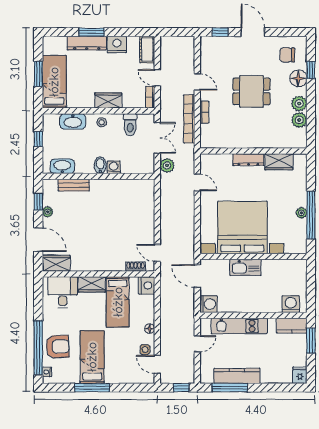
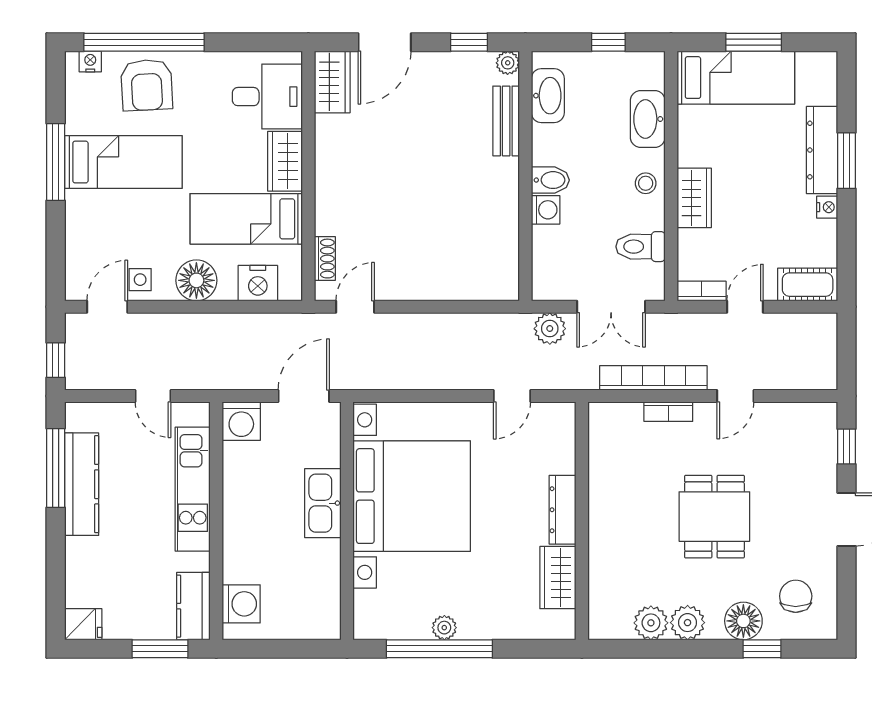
nightstand: (117, 44) -> (827, 207), width x0.53, depth x0.56
plant: (48, 212) -> (508, 63), moved
nightstand: (147, 286) -> (258, 283), moved
floor lamp: (150, 329) -> (196, 280), width x1.89, depth x1.89

